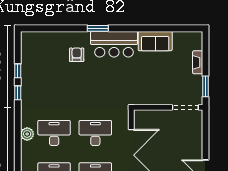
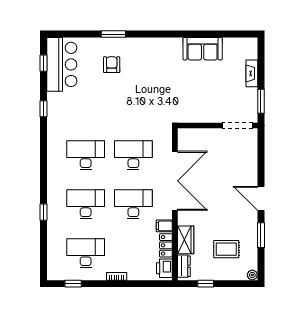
window: (98, 28) -> (113, 34), moved
bar counter: (114, 44) -> (62, 64), moved, turned -90
window: (18, 71) -> (43, 63), moved
plant: (27, 134) -> (54, 156), removed

